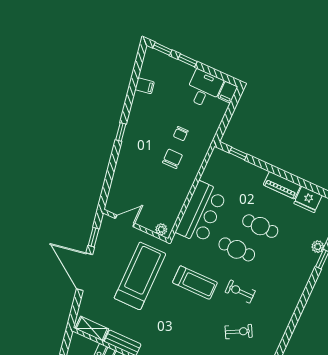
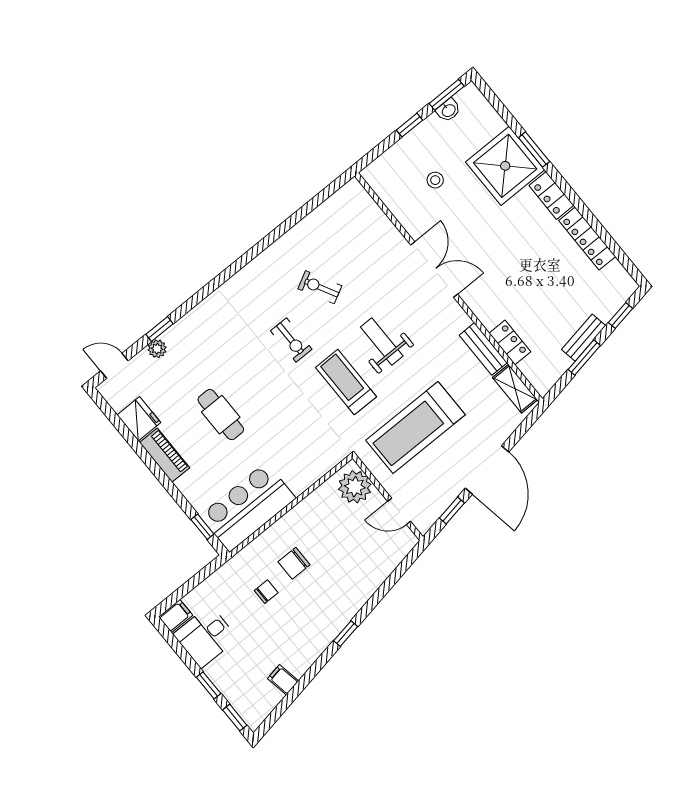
bar counter: (201, 213) -> (248, 507), moved
plant: (161, 229) -> (355, 487), width x1.88, depth x1.88
cafe table: (237, 249) -> (268, 399), removed
weight bench: (186, 317) -> (382, 341), added

